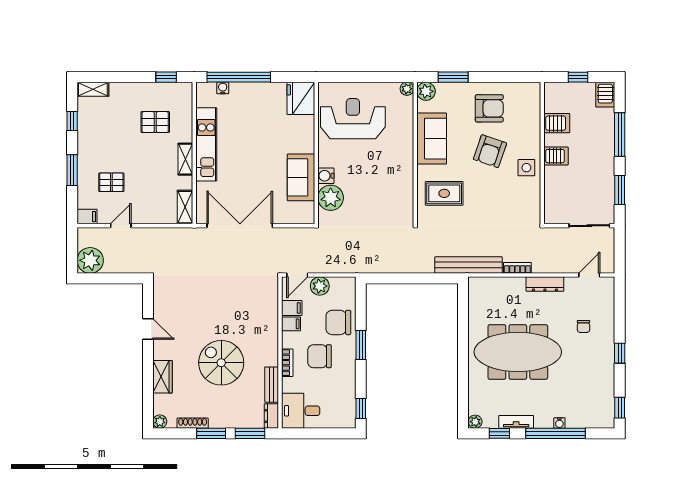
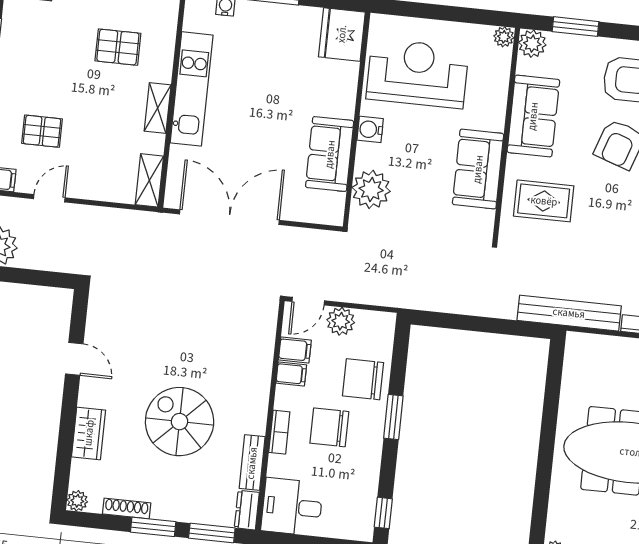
water cooler: (326, 176) -> (370, 129), moved
sofa: (399, 177) -> (478, 169), added

